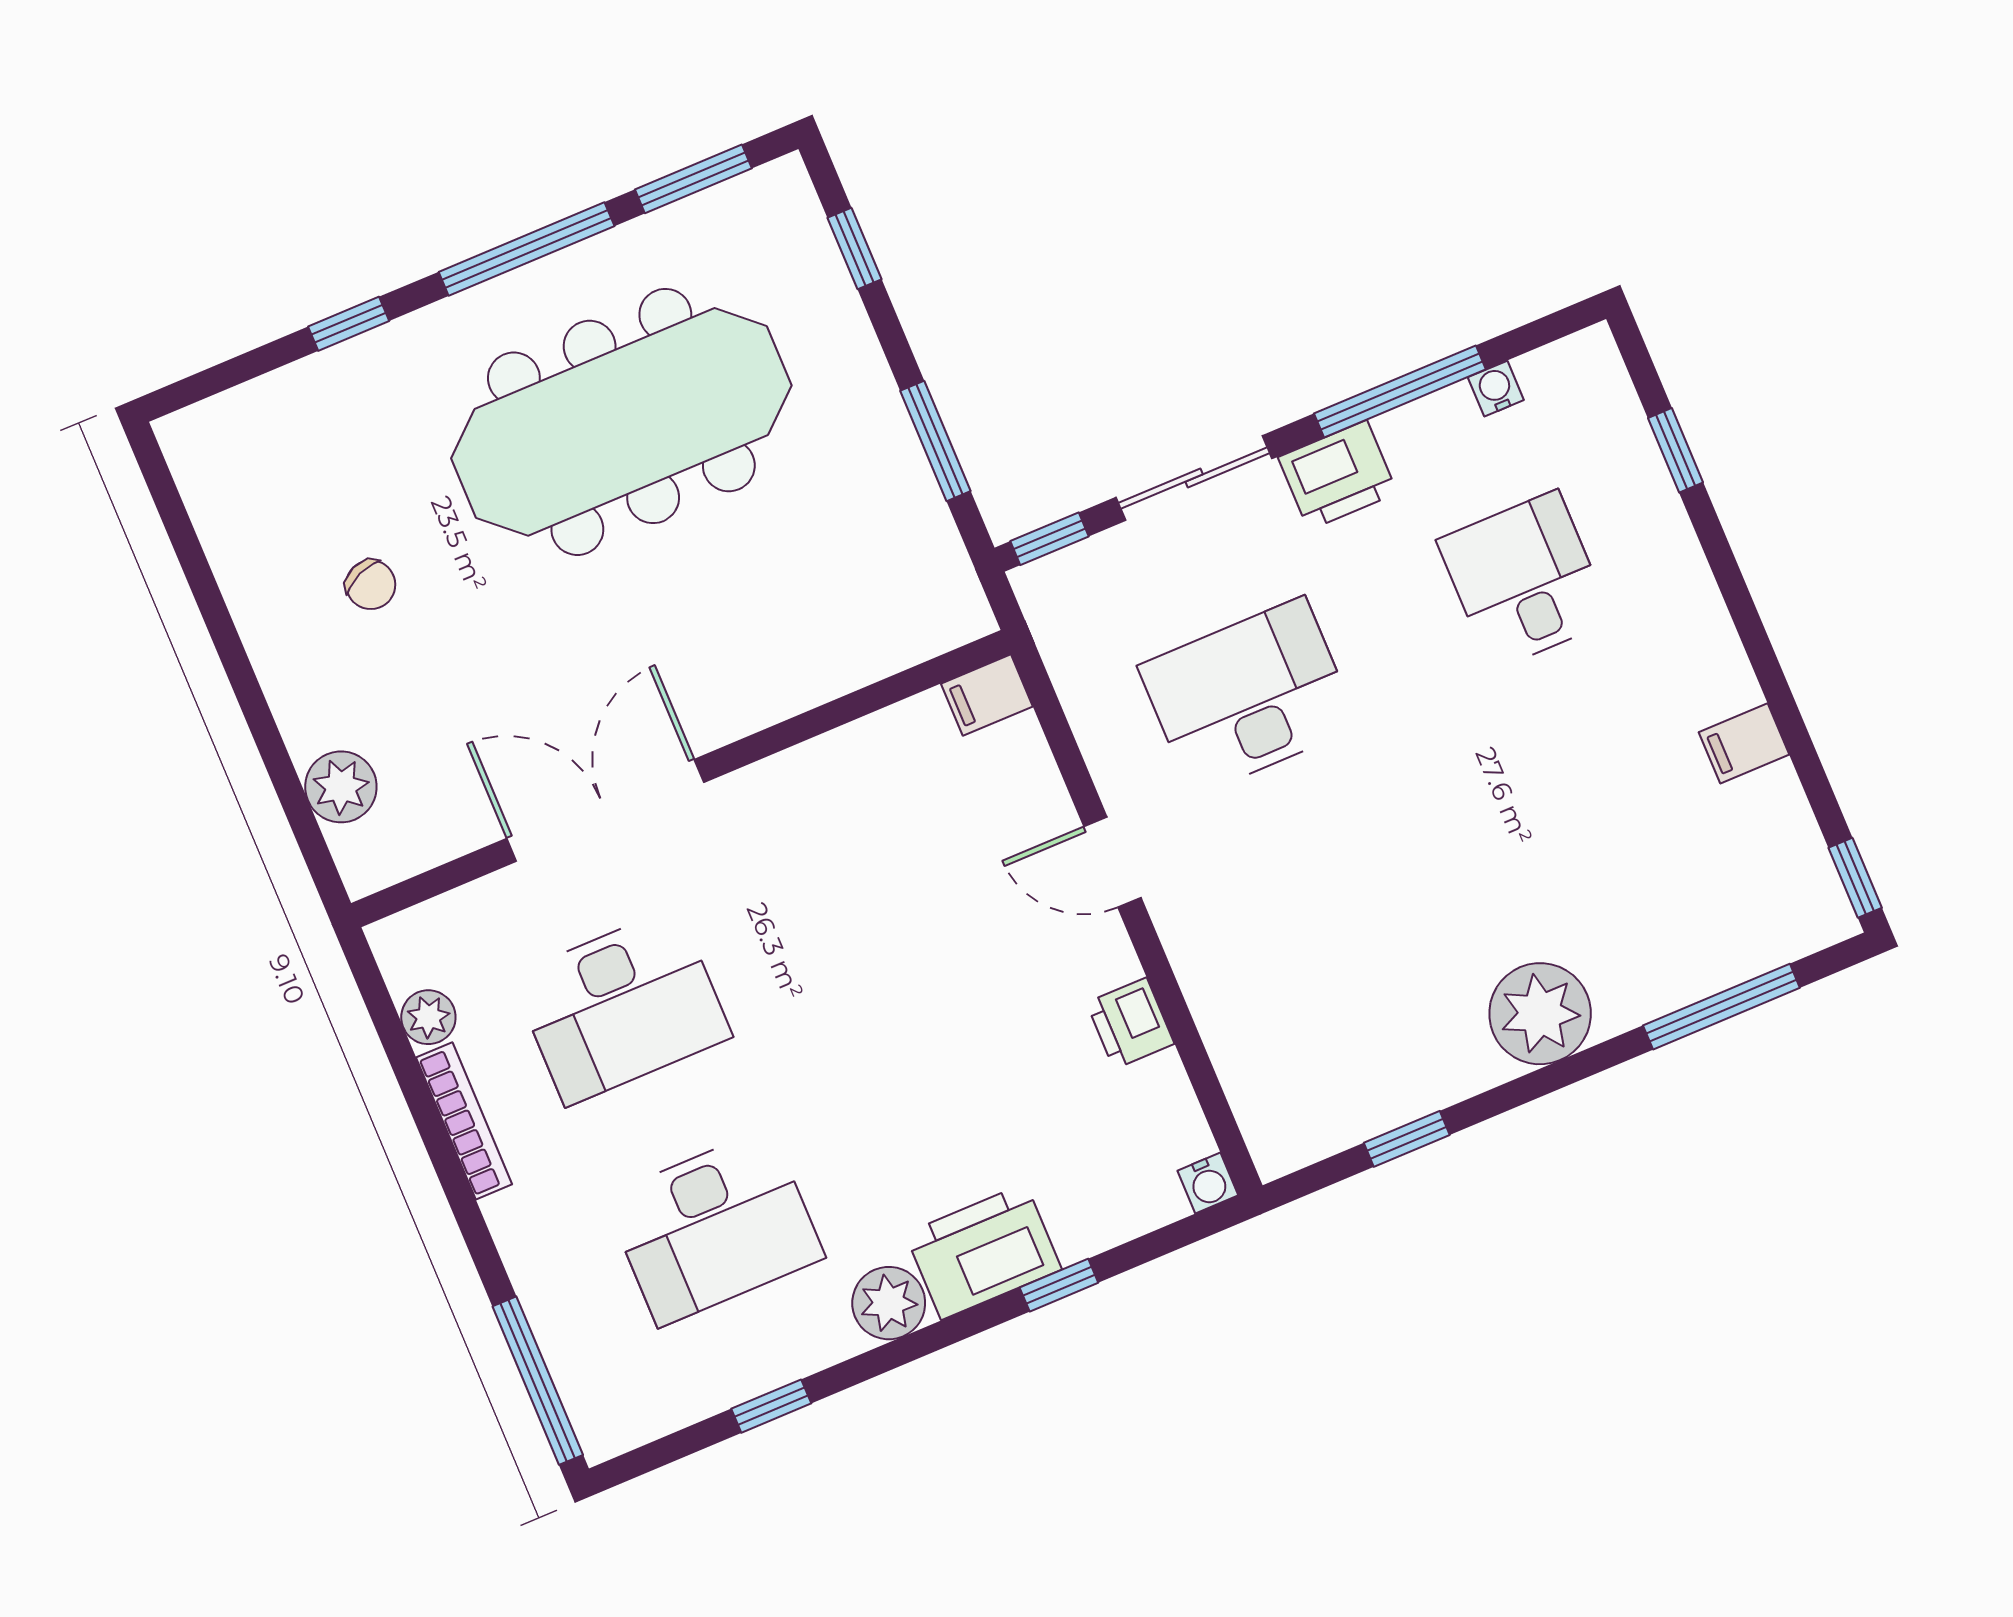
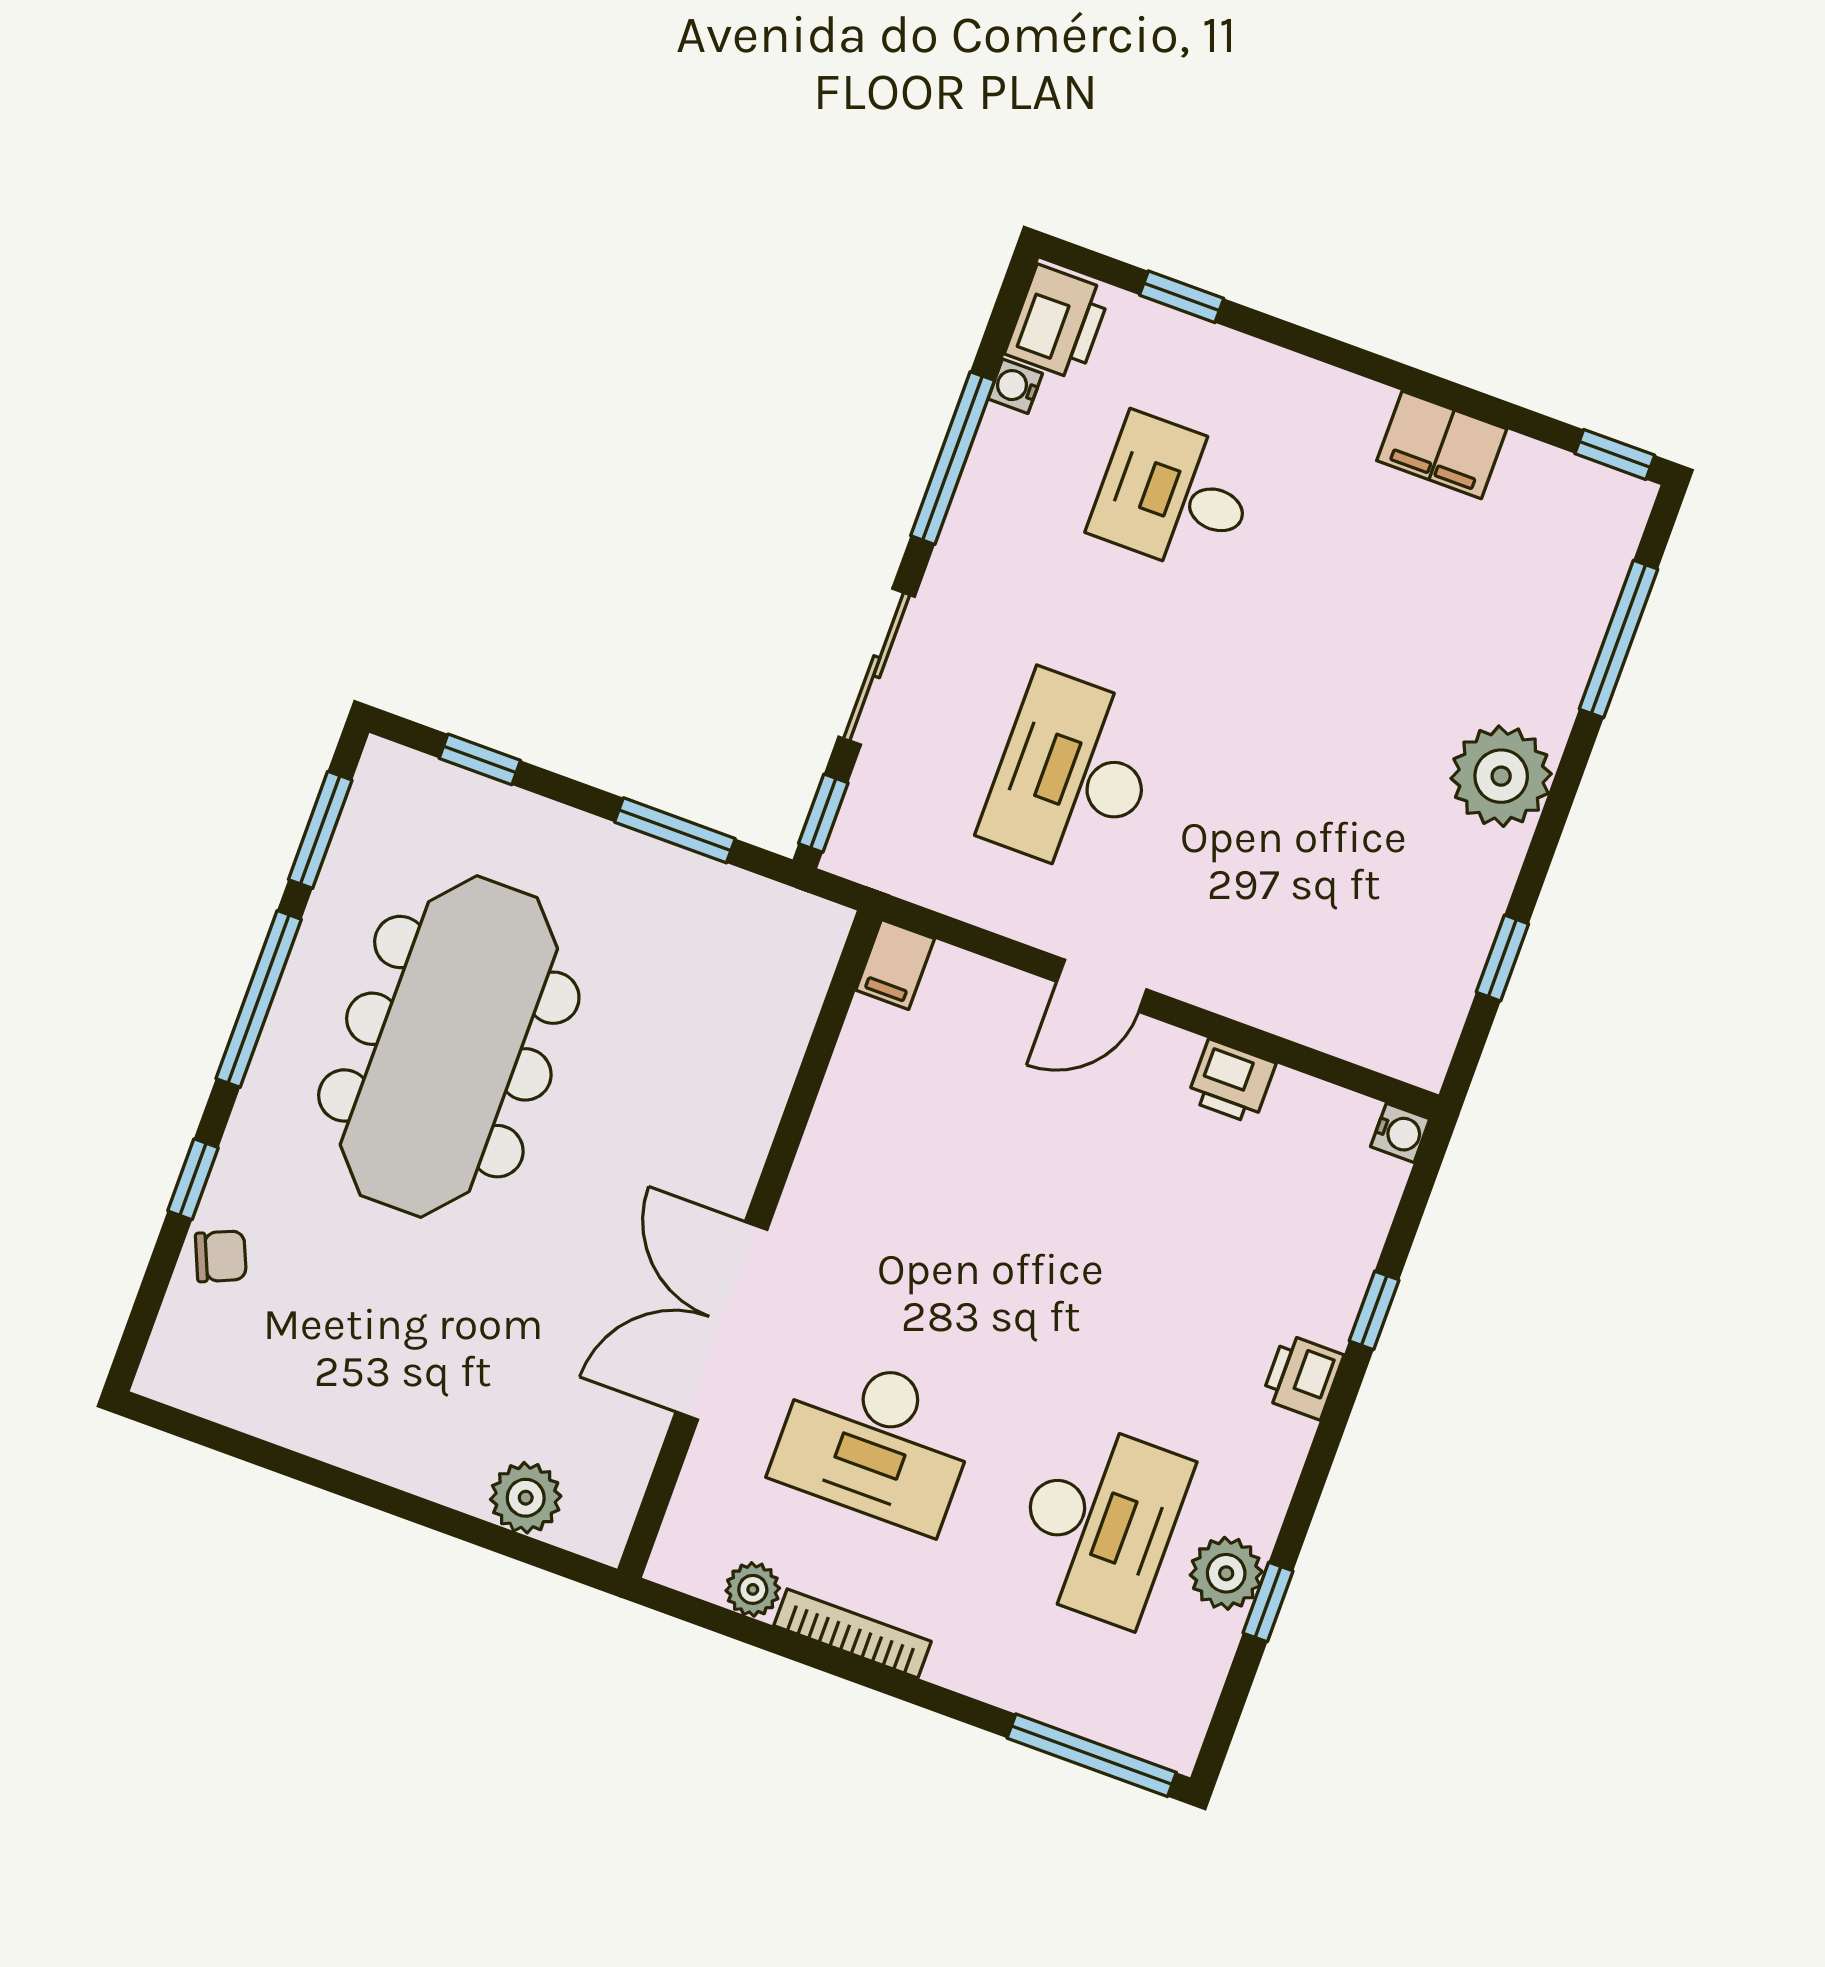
printer: (1338, 475) -> (1058, 322), moved
chair: (371, 585) -> (221, 1256), moved
filing cabinet: (1744, 743) -> (1442, 445), width x2.00
desk: (621, 1006) -> (875, 1441), turned 90
printer: (983, 1252) -> (1302, 1377), width x0.53, depth x0.68
plant: (889, 1303) -> (1226, 1573), moved

